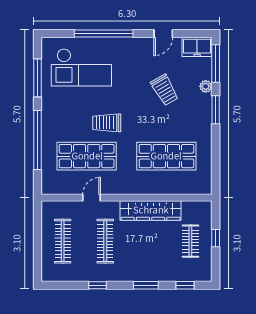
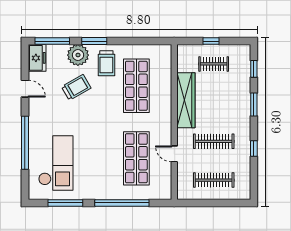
plant: (206, 86) -> (78, 55), width x1.88, depth x1.88
trolley: (107, 123) -> (106, 63), moved

